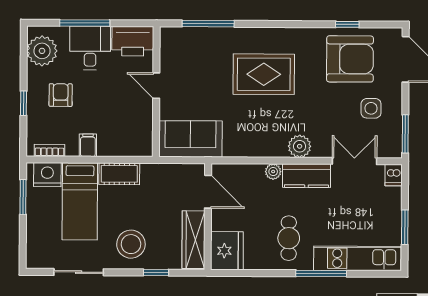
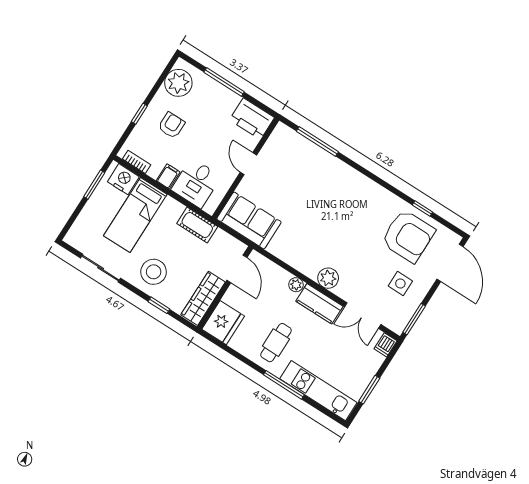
desk: (90, 48) -> (196, 183), moved, turned 180
rug: (264, 74) -> (335, 206), removed
double door: (354, 161) -> (363, 316), swing flipped
cot: (119, 174) -> (197, 225), moved

